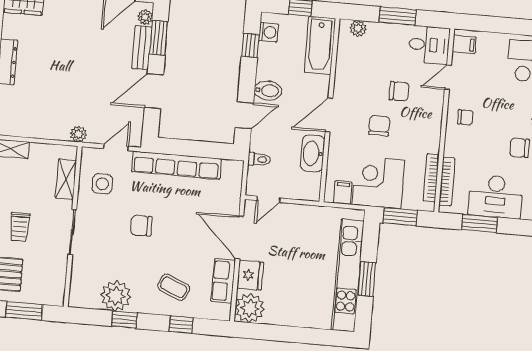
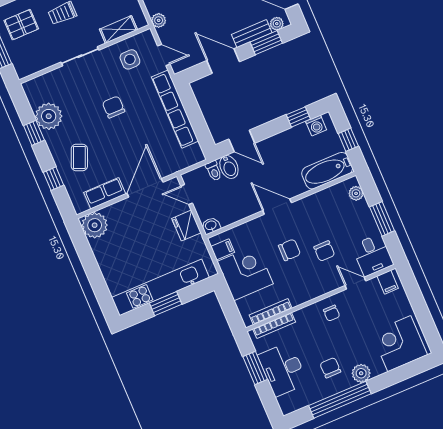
bidet: (268, 91) -> (229, 167), moved
washbasin: (313, 153) -> (211, 226), moved, width x0.52, depth x0.69
window: (400, 217) -> (228, 304), removed
fridge: (250, 275) -> (186, 226), moved, turned 90

